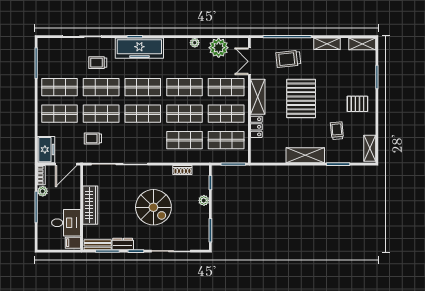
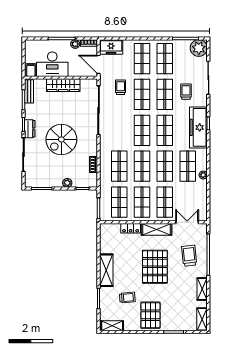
plant: (219, 48) -> (199, 48), moved
shop shelf: (184, 61) -> (188, 166), added
pallet: (301, 99) -> (155, 267), turned 90
pallet: (357, 104) -> (150, 315), width x1.50, depth x1.42
desk: (66, 223) -> (52, 64), width x1.37
dresser: (123, 244) -> (30, 129), moved

